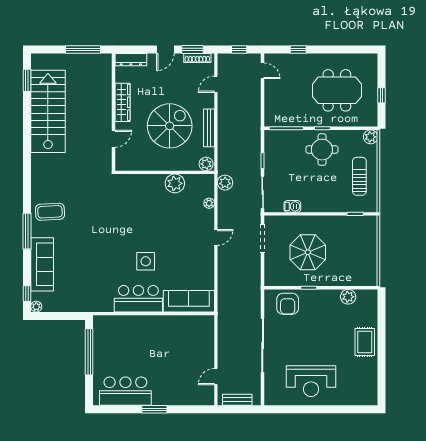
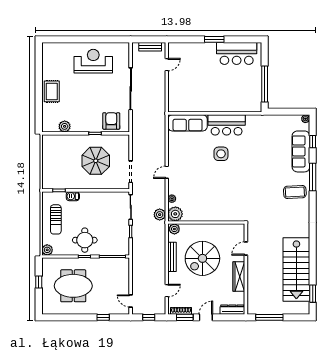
plant: (175, 183) -> (175, 214), moved
barbecue: (292, 206) -> (73, 196), moved
window: (27, 294) -> (313, 142), moved

